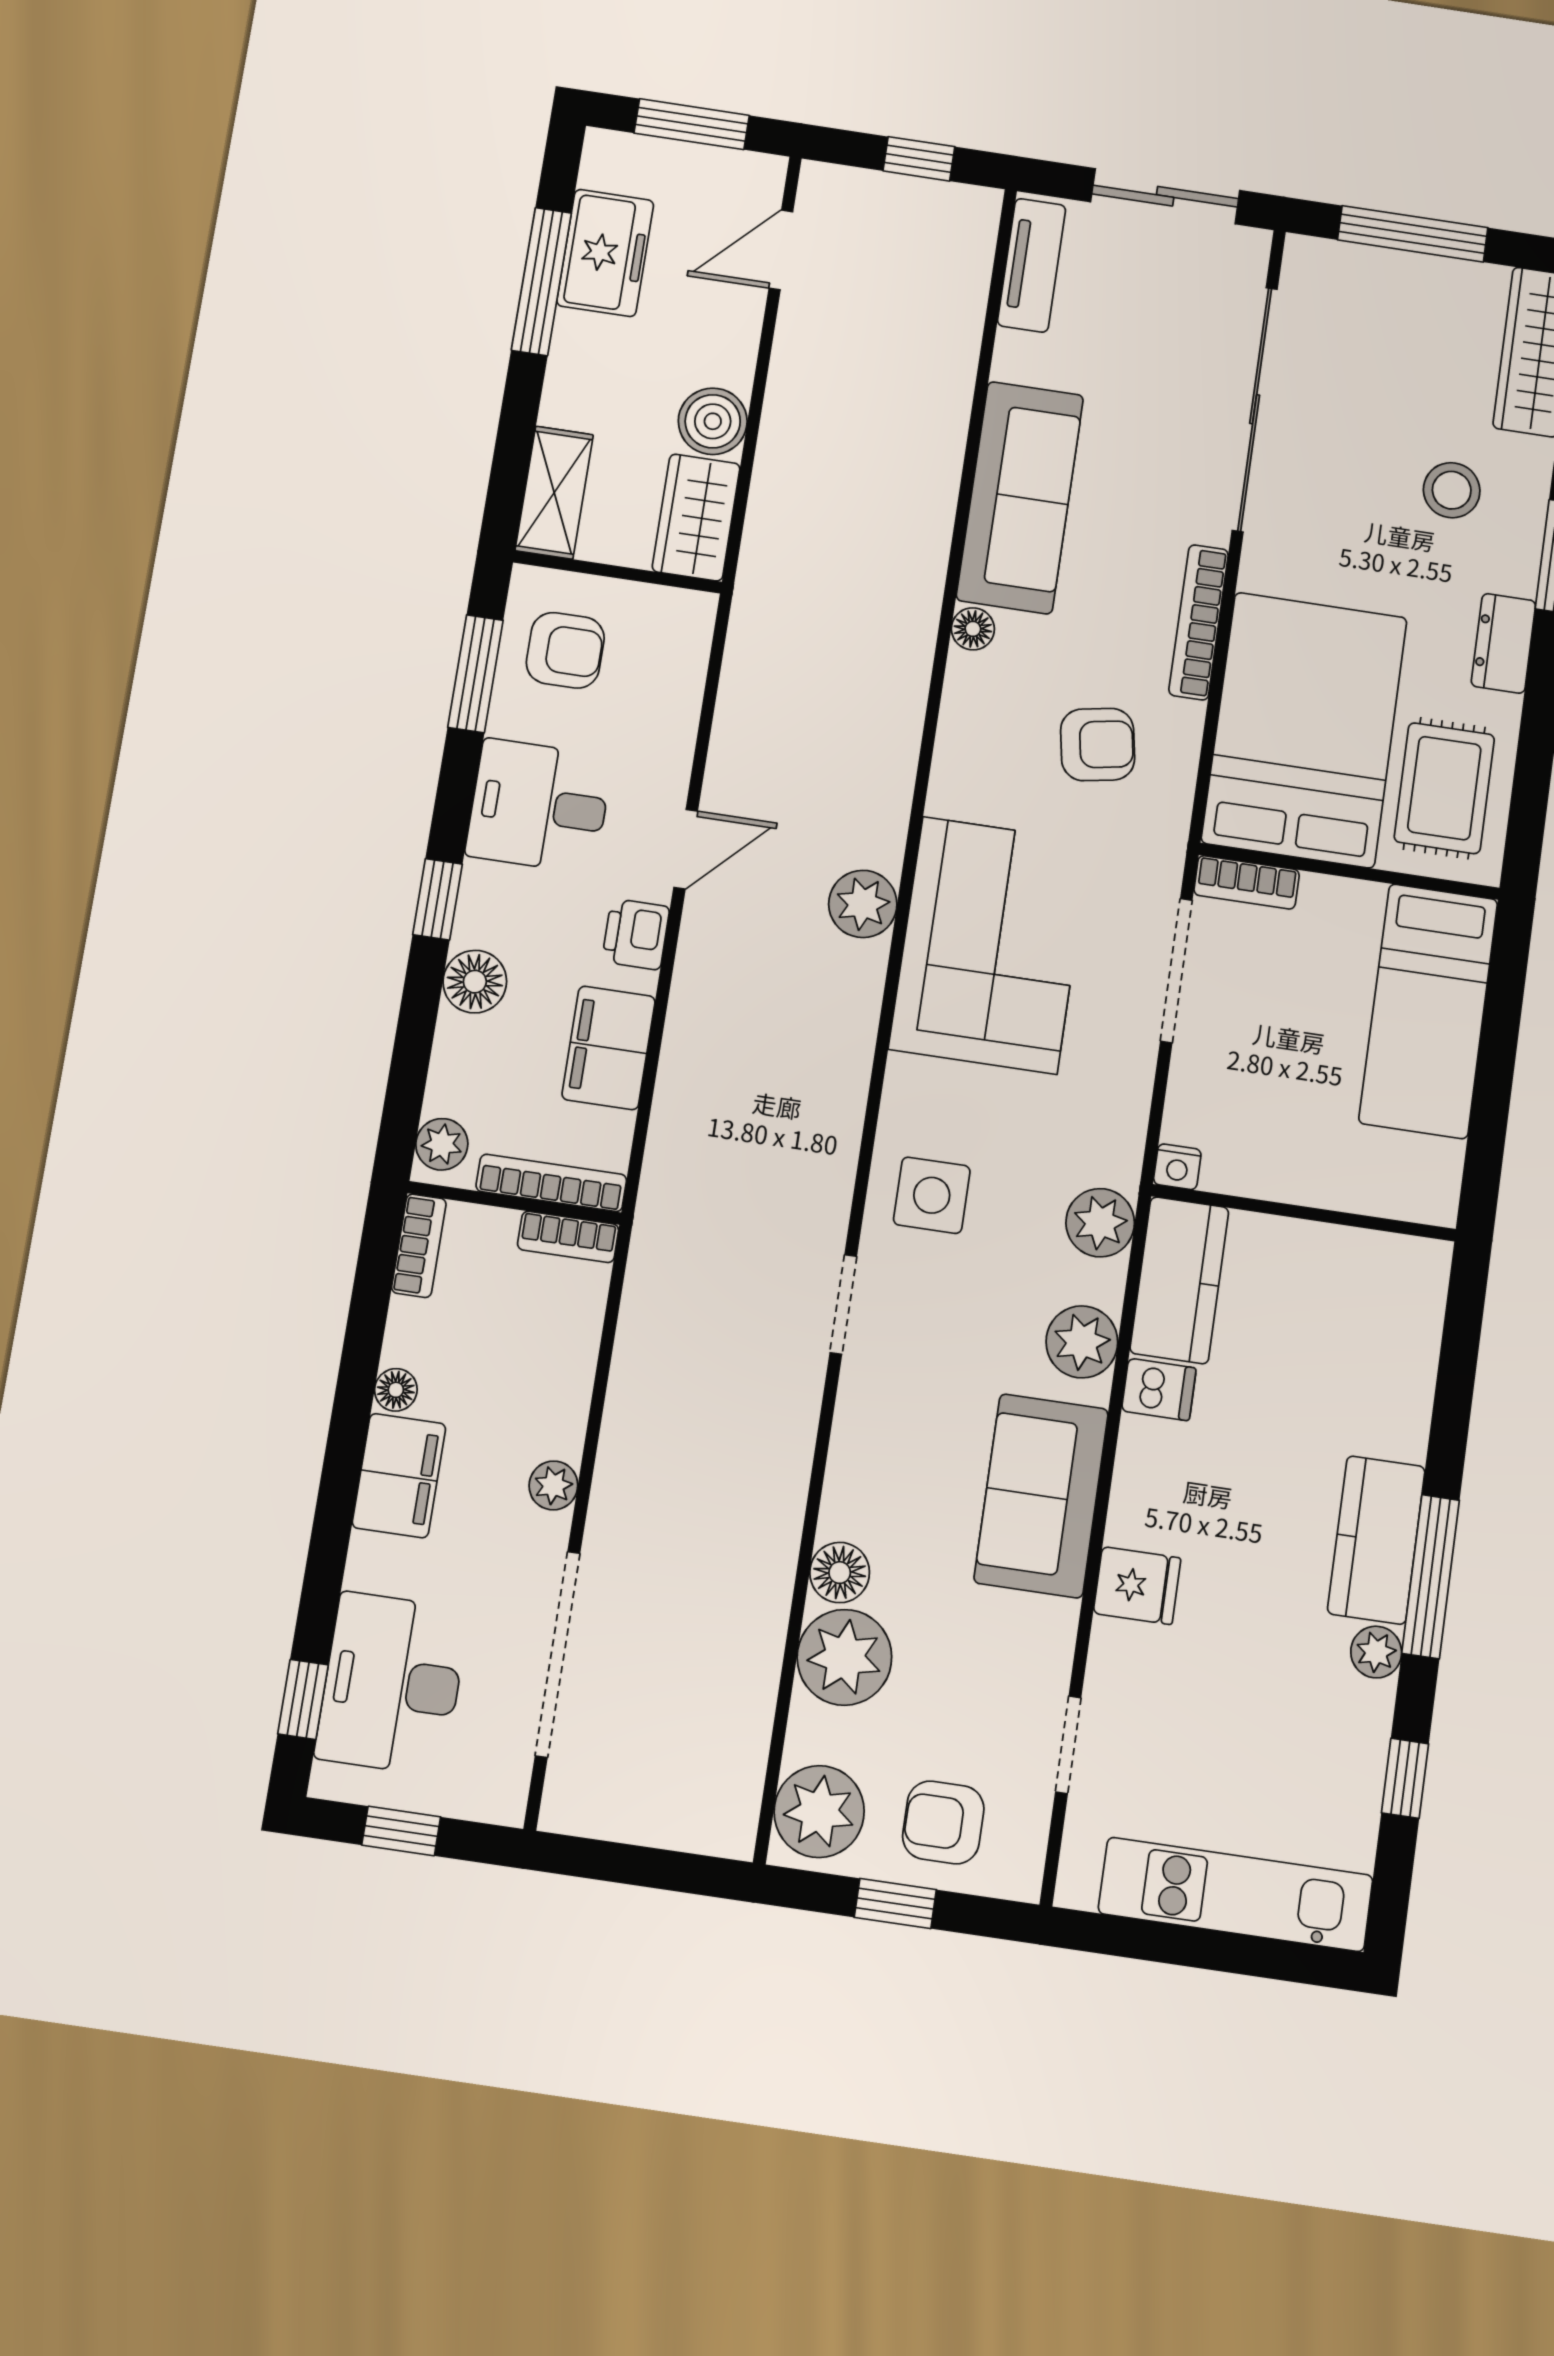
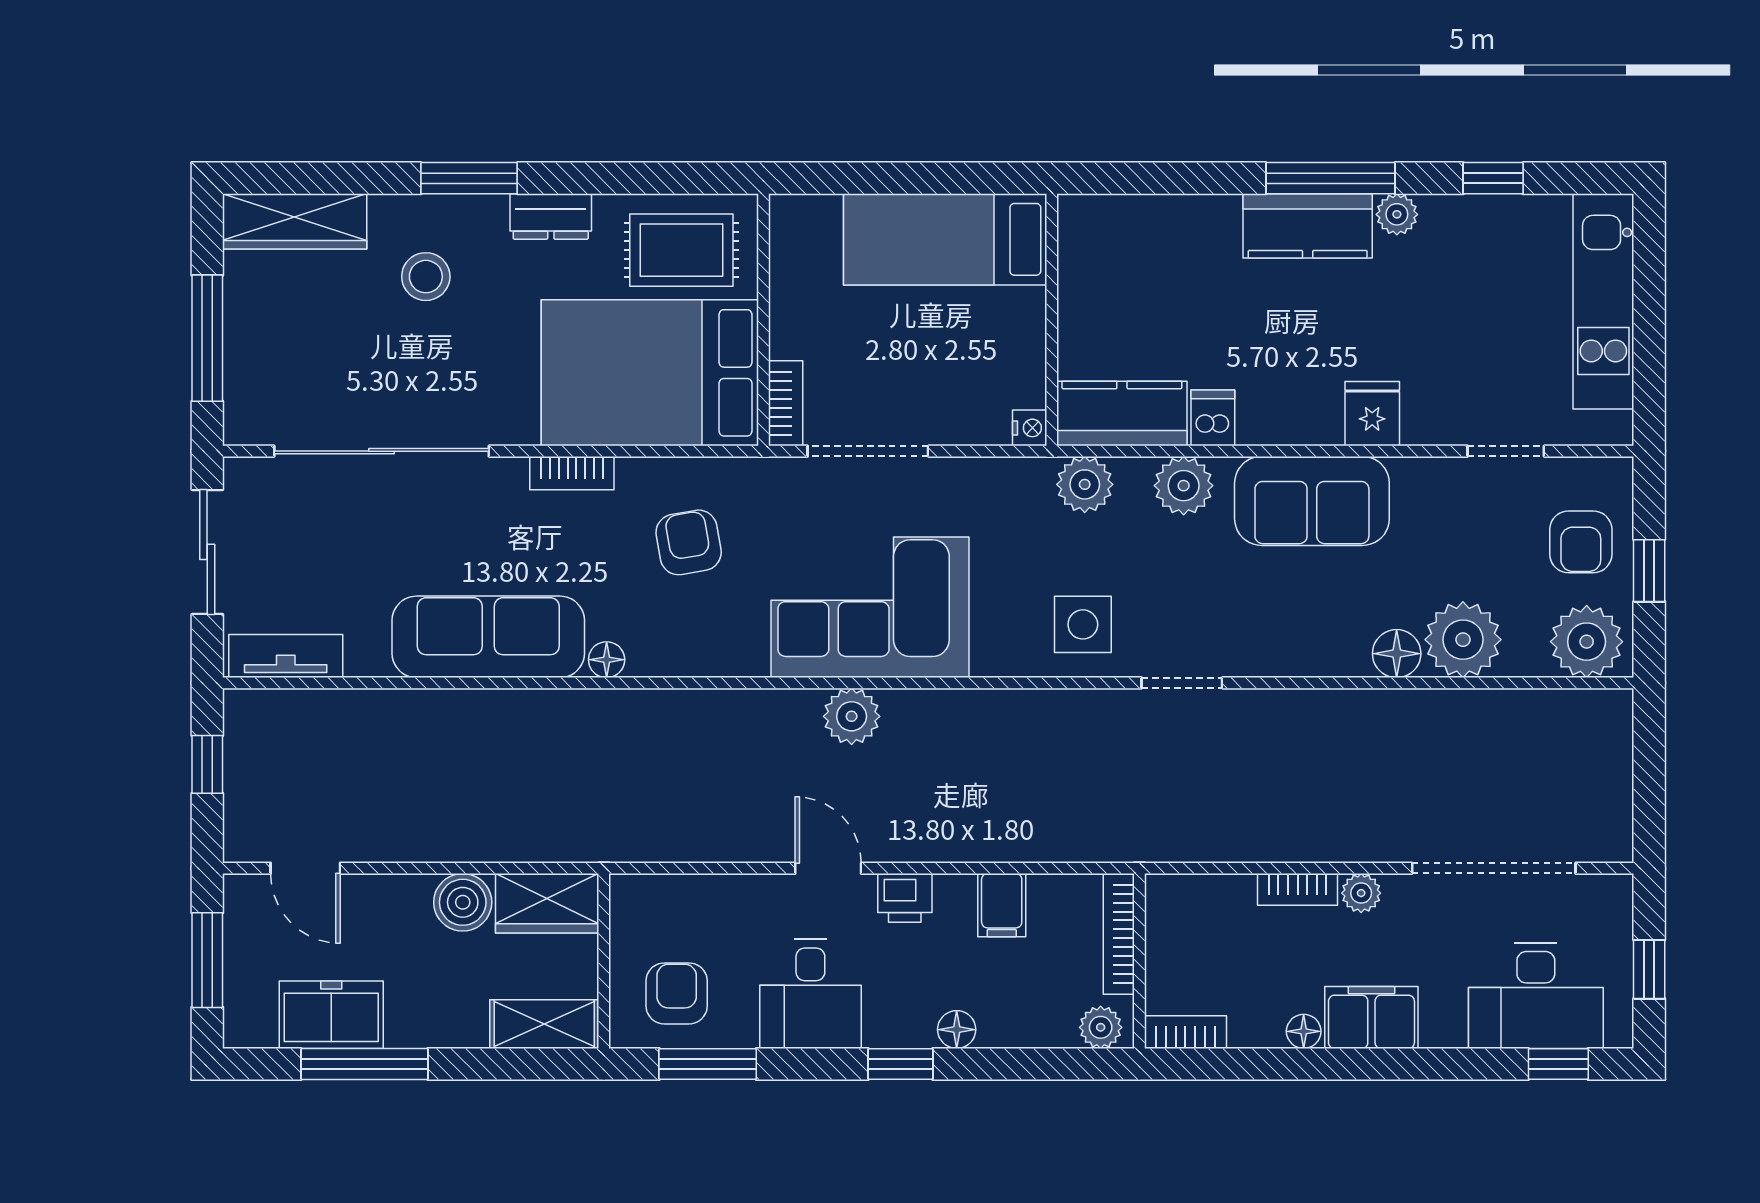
bookcase: (1199, 622) -> (572, 473), width x0.64
floor lamp: (475, 982) -> (957, 1030), width x0.73, depth x0.73
bed: (1428, 1011) -> (945, 239), moved, turned 180
filing cabinet: (609, 1048) -> (1002, 905), width x0.50
bookcase: (568, 1237) -> (1298, 889), moved, turned 90

